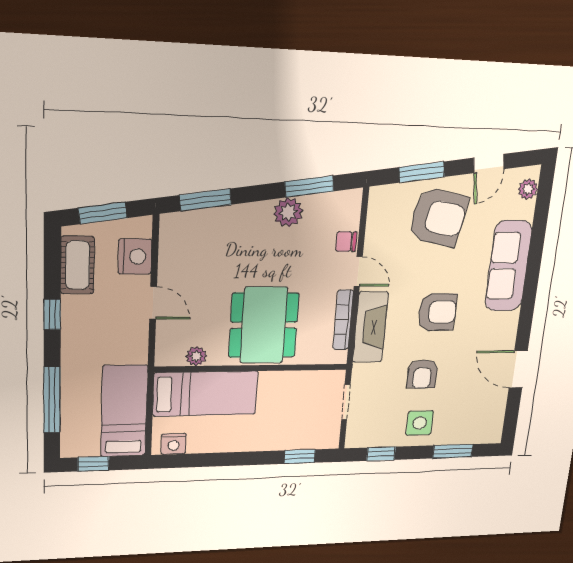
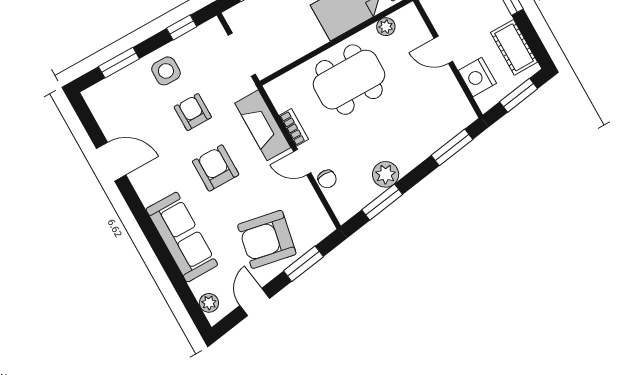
chair: (346, 242) -> (327, 179), turned 90
armchair: (437, 312) -> (216, 168), turned 90
bookcase: (343, 320) -> (294, 127), width x0.64
dining table: (264, 325) -> (349, 80), turned 90
doorway: (346, 402) -> (242, 55), width x1.38

